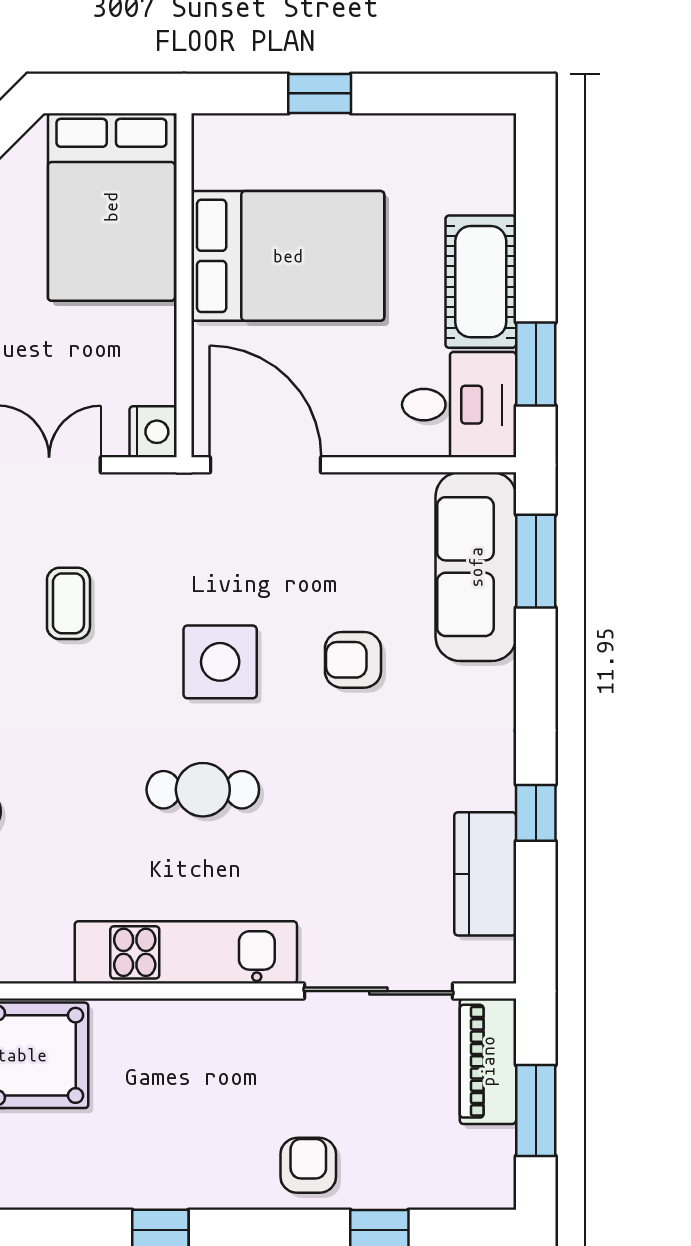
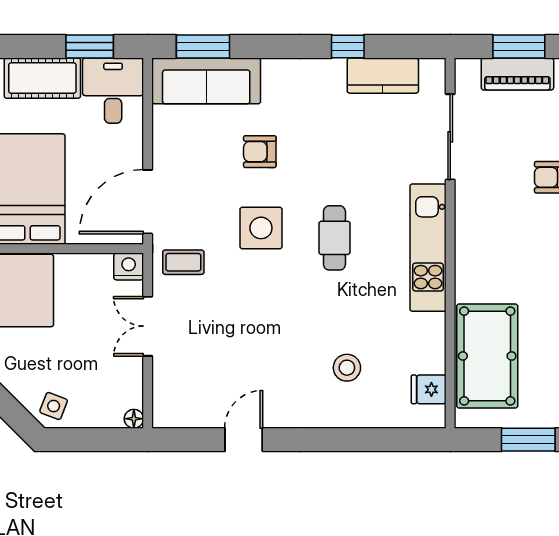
coffee table: (68, 603) -> (183, 262), moved
armchair: (353, 660) -> (260, 152), turned 90
piano: (488, 1061) -> (517, 74), moved

